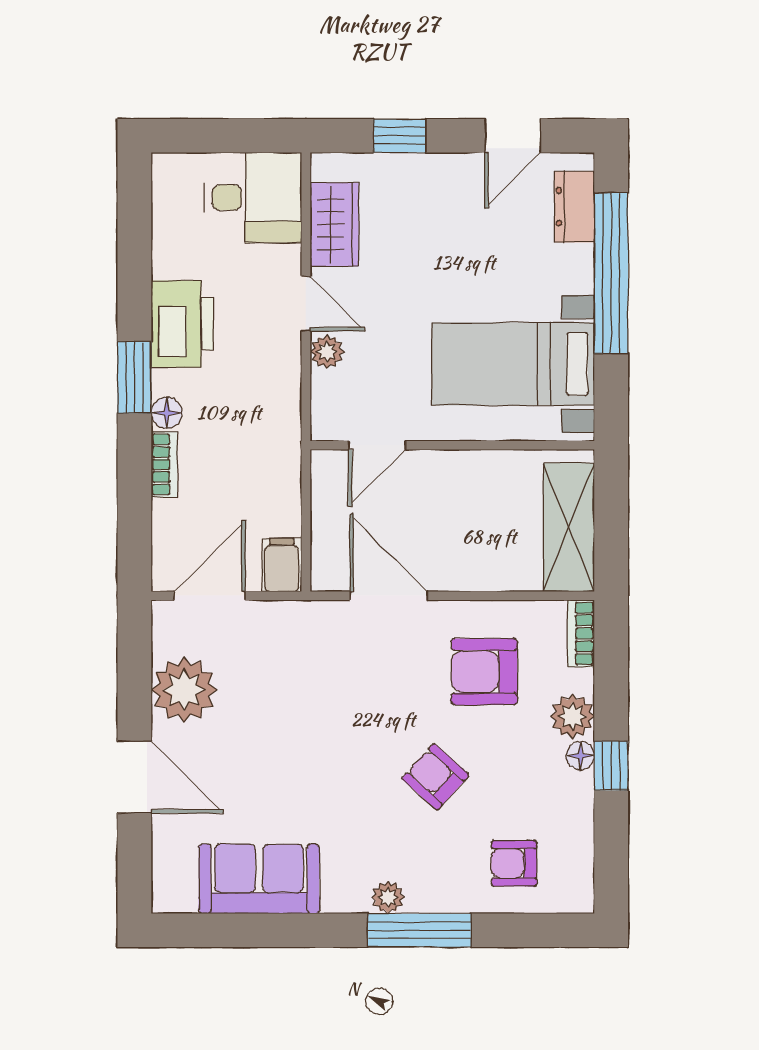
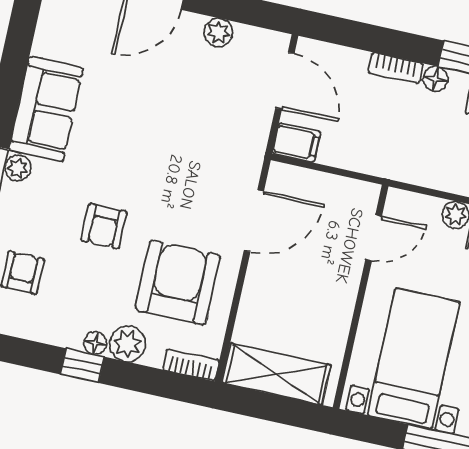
door: (377, 445) -> (374, 238), swing flipped
armchair: (484, 672) -> (178, 282), width x1.36, depth x1.36
plant: (184, 690) -> (218, 32), width x0.53, depth x0.53
armchair: (435, 777) -> (104, 226), turned 138
sofa: (259, 879) -> (46, 109), moved

